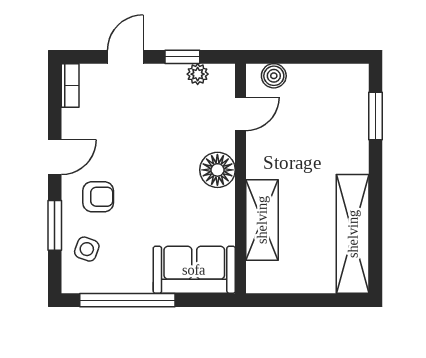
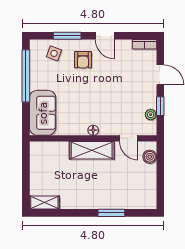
window: (375, 116) -> (111, 213), moved
floor lamp: (217, 170) -> (93, 130), width x0.53, depth x0.53
shelving: (262, 220) -> (92, 150), moved
shelving: (353, 234) -> (44, 202), width x0.45, depth x0.75

